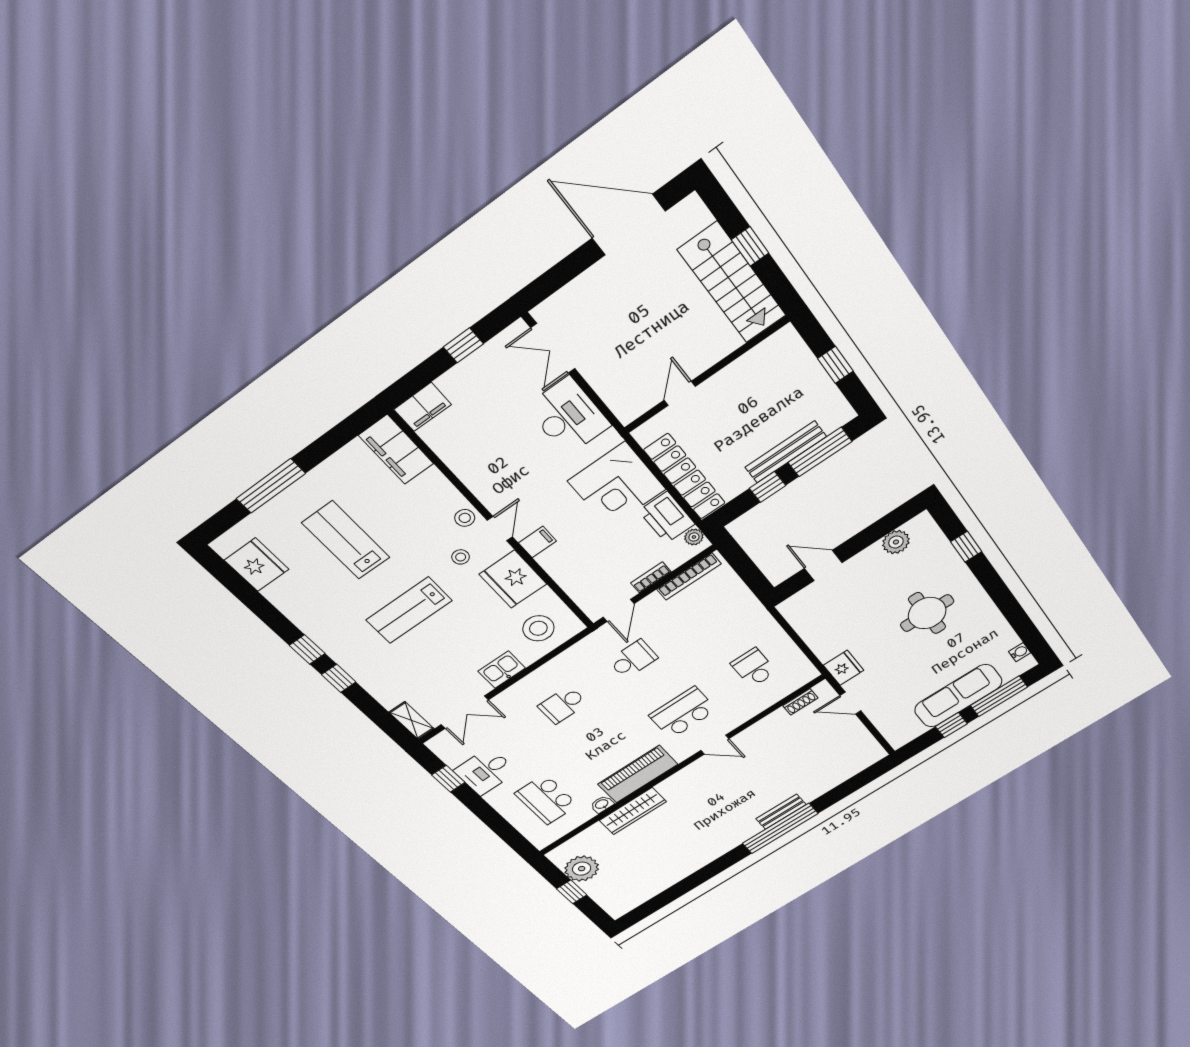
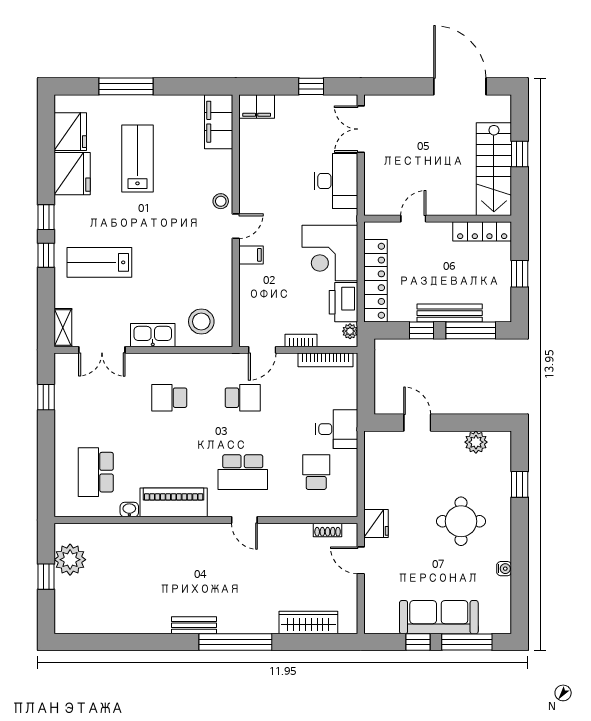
locker: (764, 353) -> (482, 231), added
stool: (461, 557) -> (196, 227), removed
fridge: (513, 579) -> (72, 174), moved, turned 180
lab bench: (409, 610) -> (99, 262), moved
water cooler: (1020, 652) -> (504, 569), moved
kitchen sink: (502, 670) -> (153, 335), width x1.38
school desk: (683, 713) -> (243, 472), turned 180
desk: (485, 771) -> (337, 429), moved, turned 180
wardrobe: (633, 811) -> (308, 622), moved, turned 180
bench: (781, 812) -> (194, 625), moved

